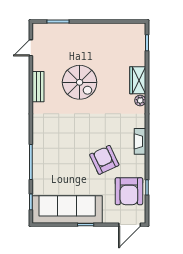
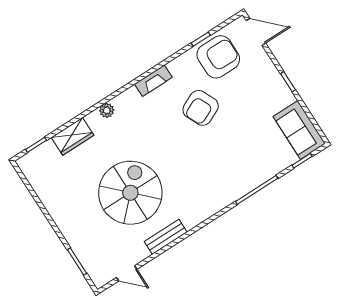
wardrobe: (138, 80) -> (73, 136), moved
spiral stairs: (80, 82) -> (130, 193), width x1.37, depth x1.37
sofa: (67, 209) -> (299, 130), width x0.54, depth x0.79

